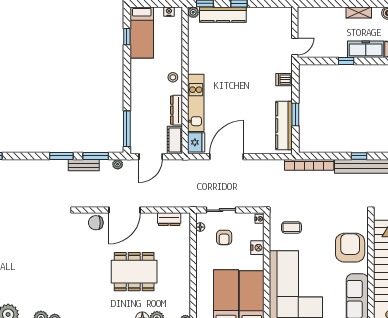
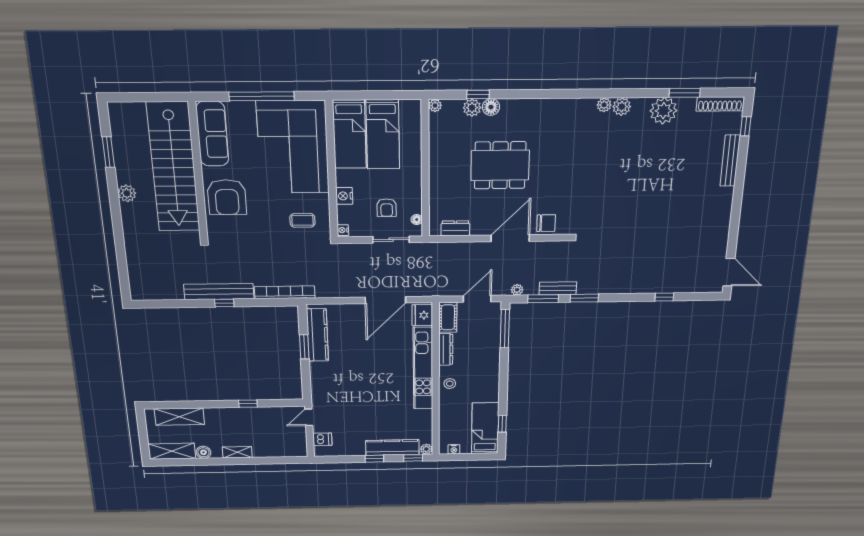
freezer: (366, 49) -> (226, 416), removed
dishwasher: (284, 80) -> (322, 439), moved
kitchen unit: (196, 103) -> (423, 368), width x1.36
armchair: (224, 237) -> (387, 208), turned 180

